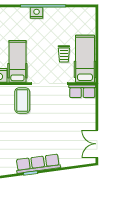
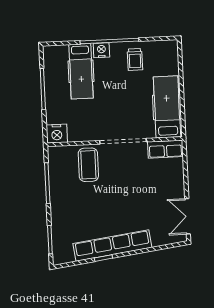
trolley: (64, 54) -> (135, 59), moved
hospital bed: (17, 61) -> (81, 71), moved, turned 180
row of seats: (38, 164) -> (112, 246), width x1.36

